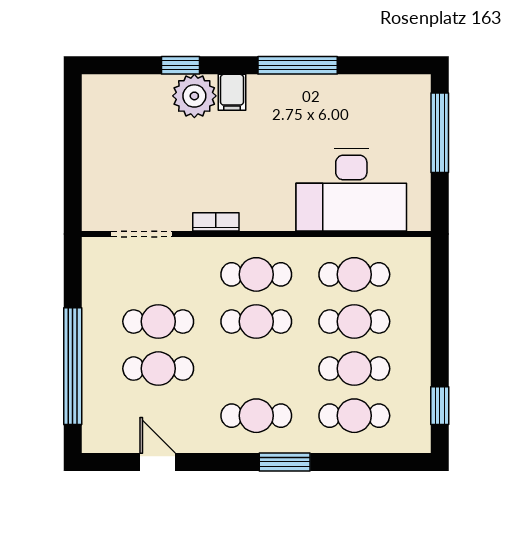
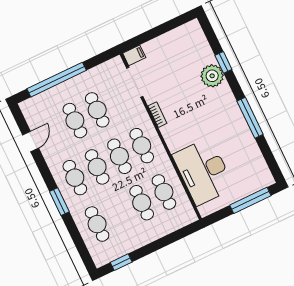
filing cabinet: (232, 92) -> (134, 55), moved, turned 180
cafe table: (354, 369) -> (97, 167), moved

